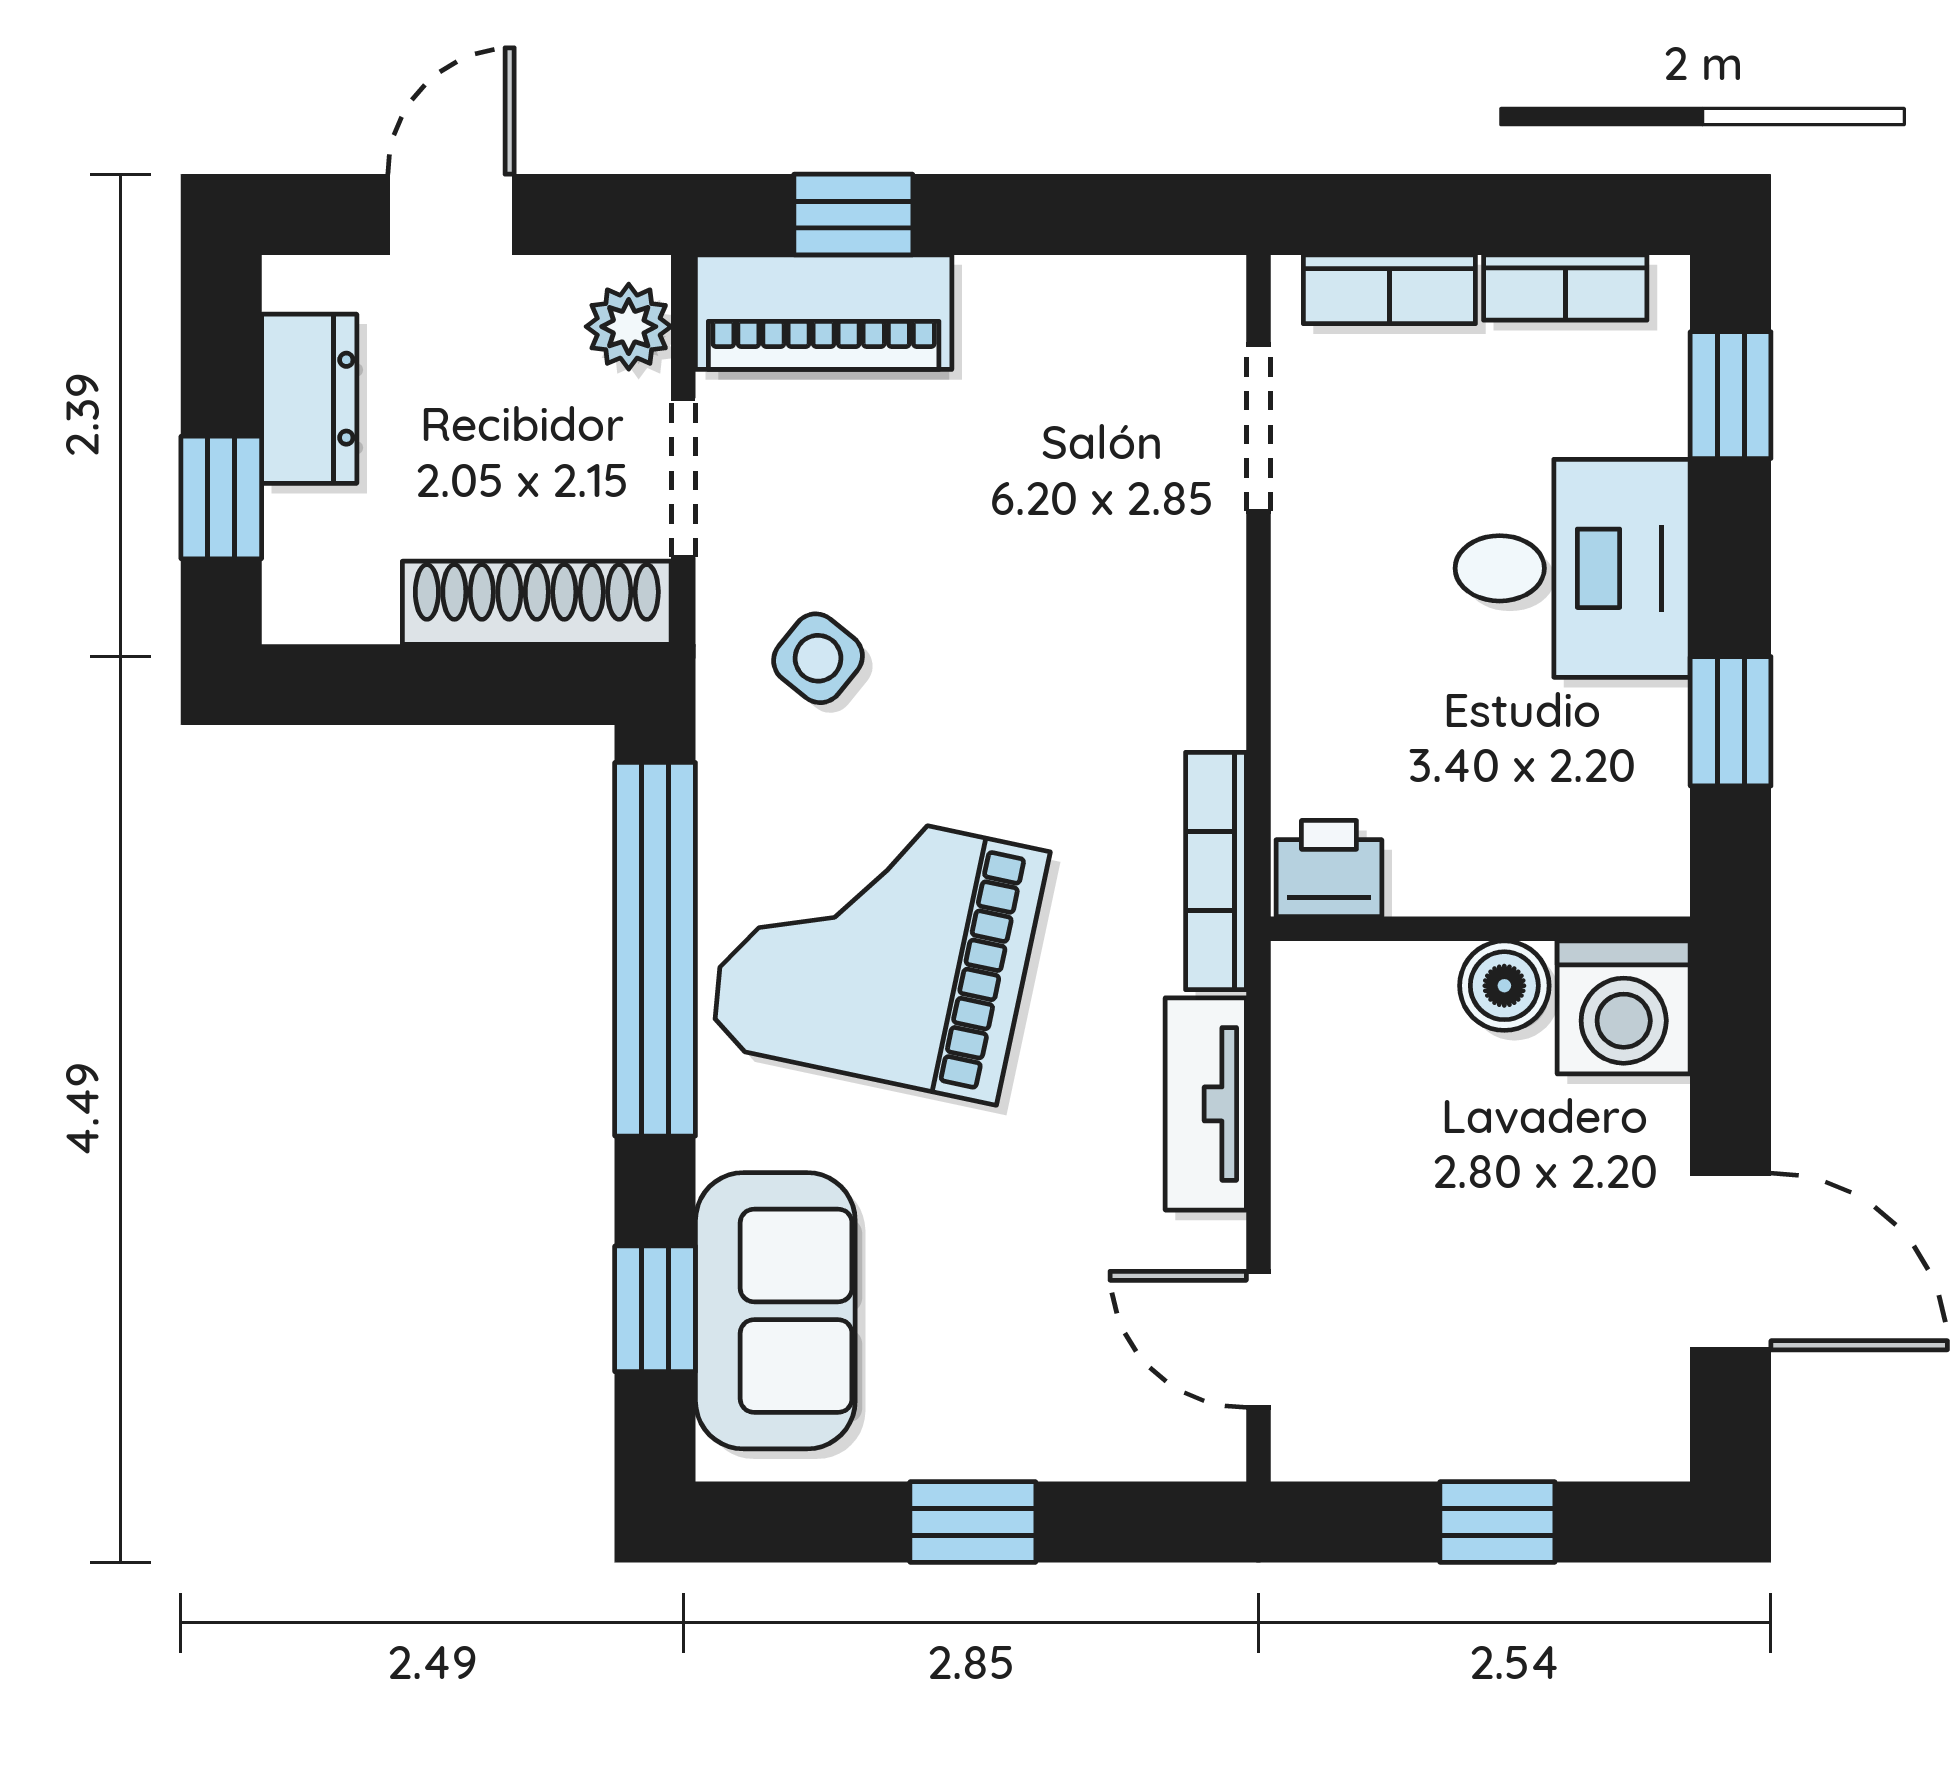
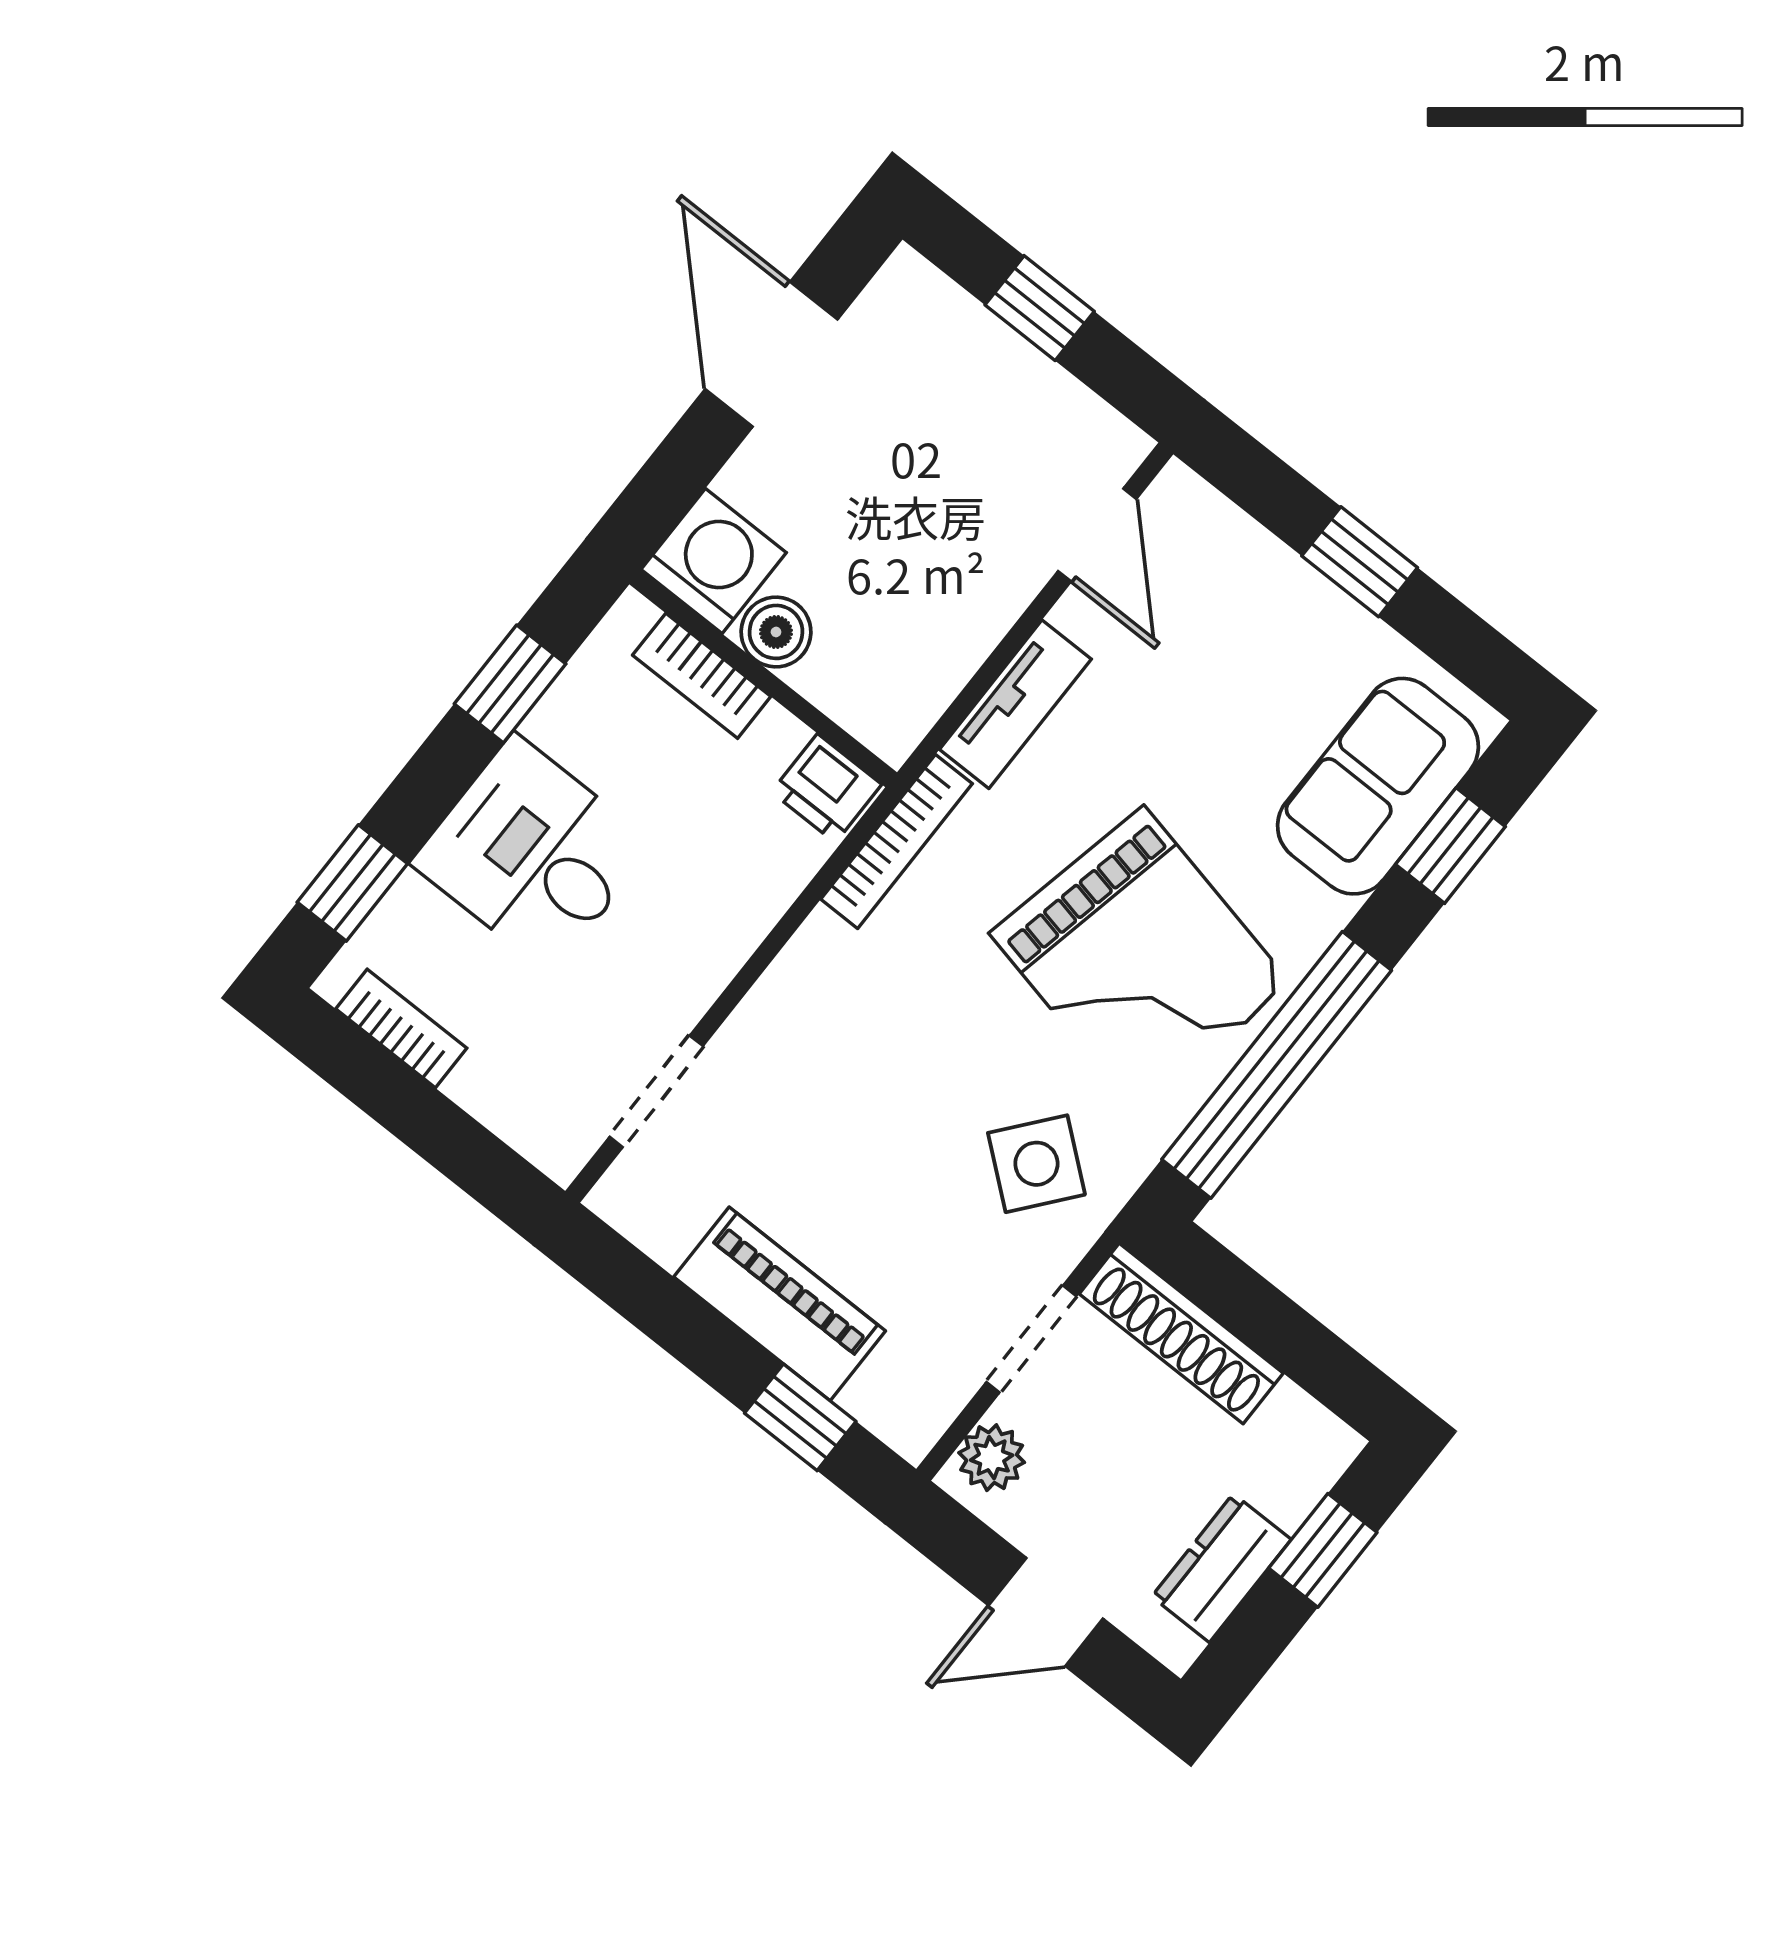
bookcase: (1389, 289) -> (702, 676), moved, turned 180
piano: (824, 312) -> (780, 1304), moved
side table: (818, 658) -> (1036, 1164), width x1.37, depth x1.37

